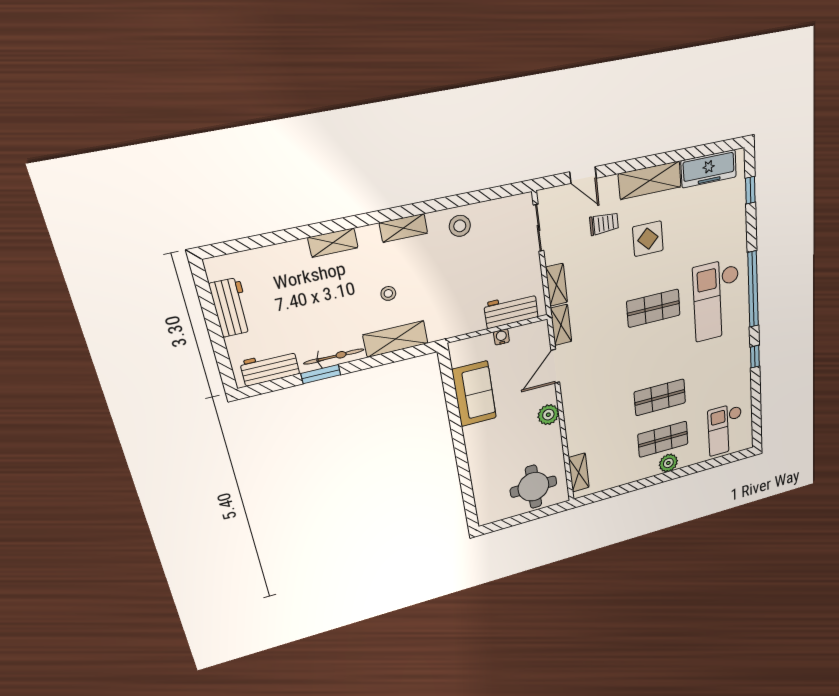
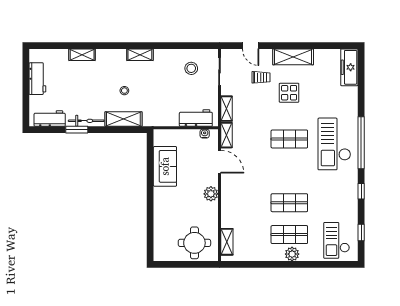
freezer: (709, 169) -> (349, 67), moved, turned 90
window: (750, 190) -> (361, 233), moved
stool: (460, 226) -> (191, 68), moved
shelving: (333, 243) -> (82, 55), moved
water cooler: (501, 337) -> (205, 134), moved
door: (555, 366) -> (219, 162), swing flipped

